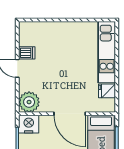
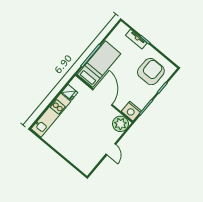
dishwasher: (27, 53) -> (98, 154), removed

